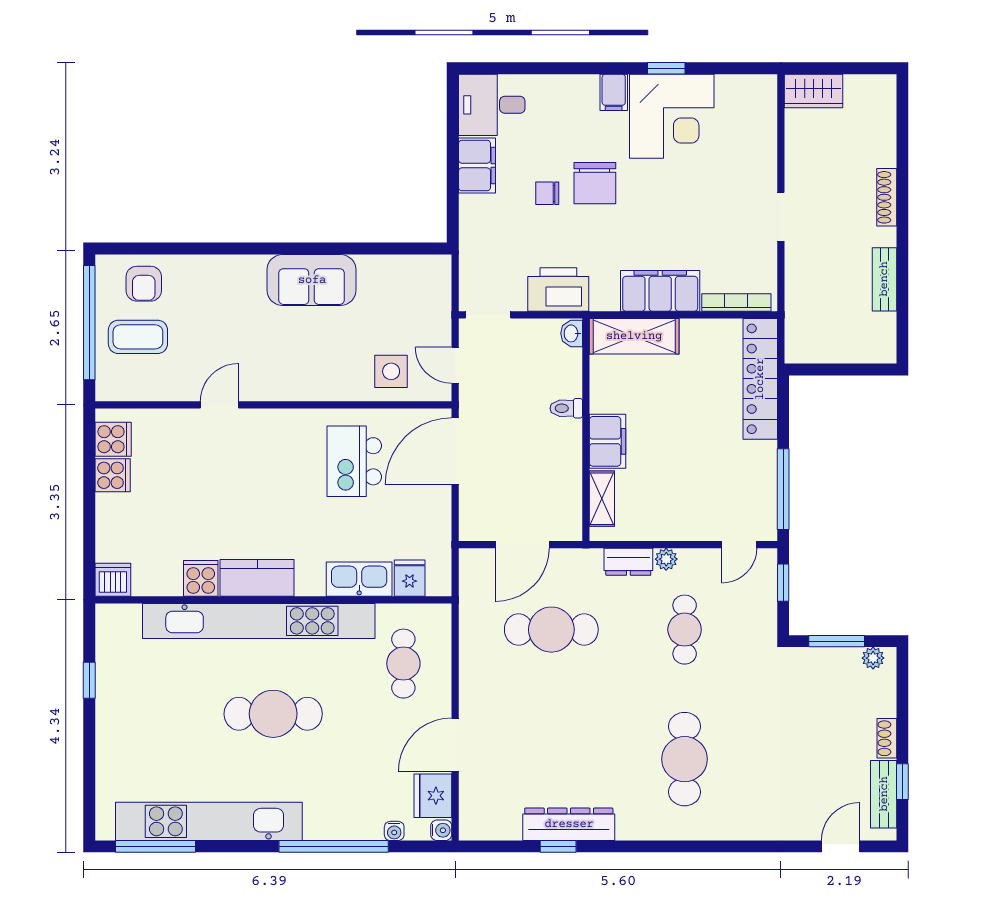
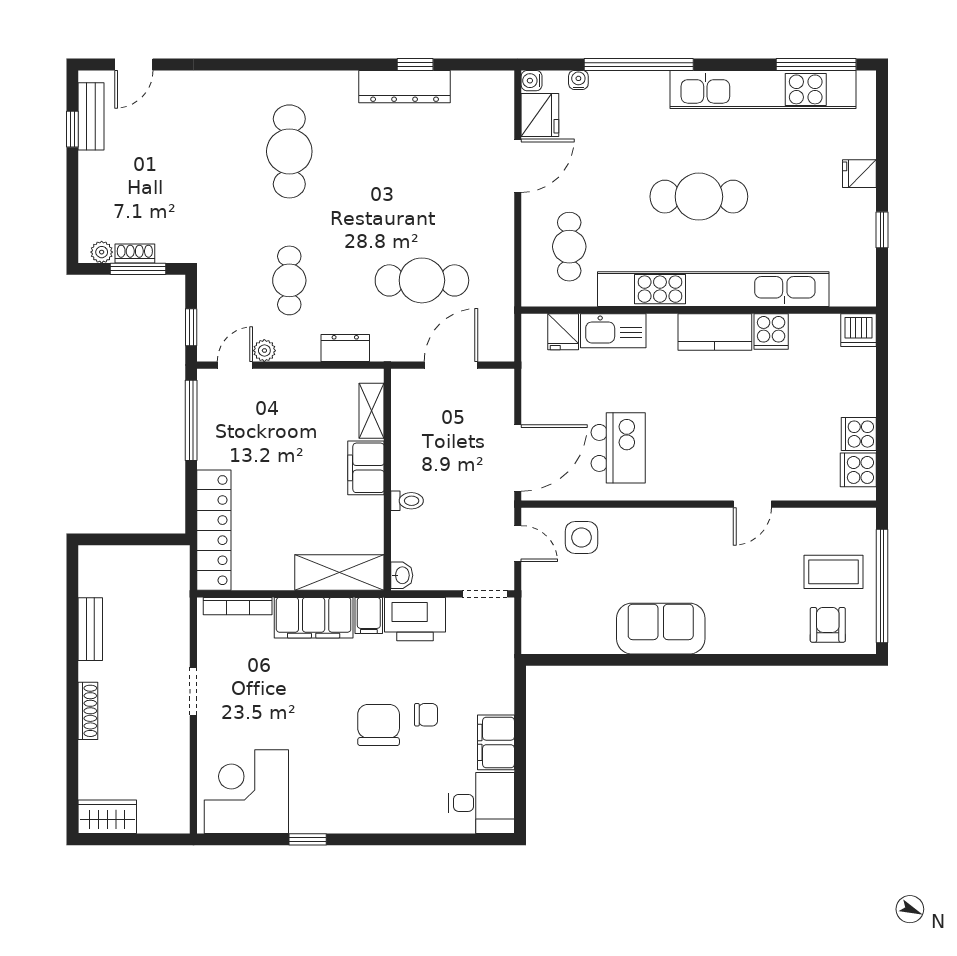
wardrobe: (813, 91) -> (107, 817), moved
filing cabinet: (614, 92) -> (369, 615), moved, turned 180
corner desk: (672, 116) -> (246, 792), moved
plant: (666, 559) -> (264, 351), moved
fridge: (112, 737) -> (859, 174), added
shoe rack: (887, 738) -> (135, 254), moved, turned -90

